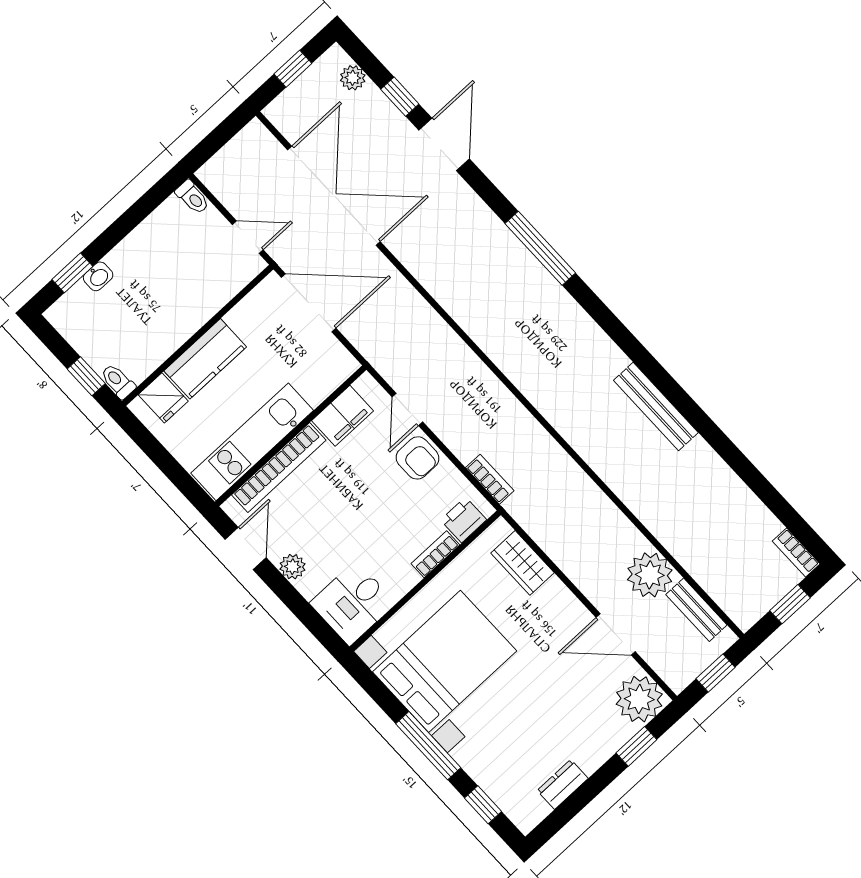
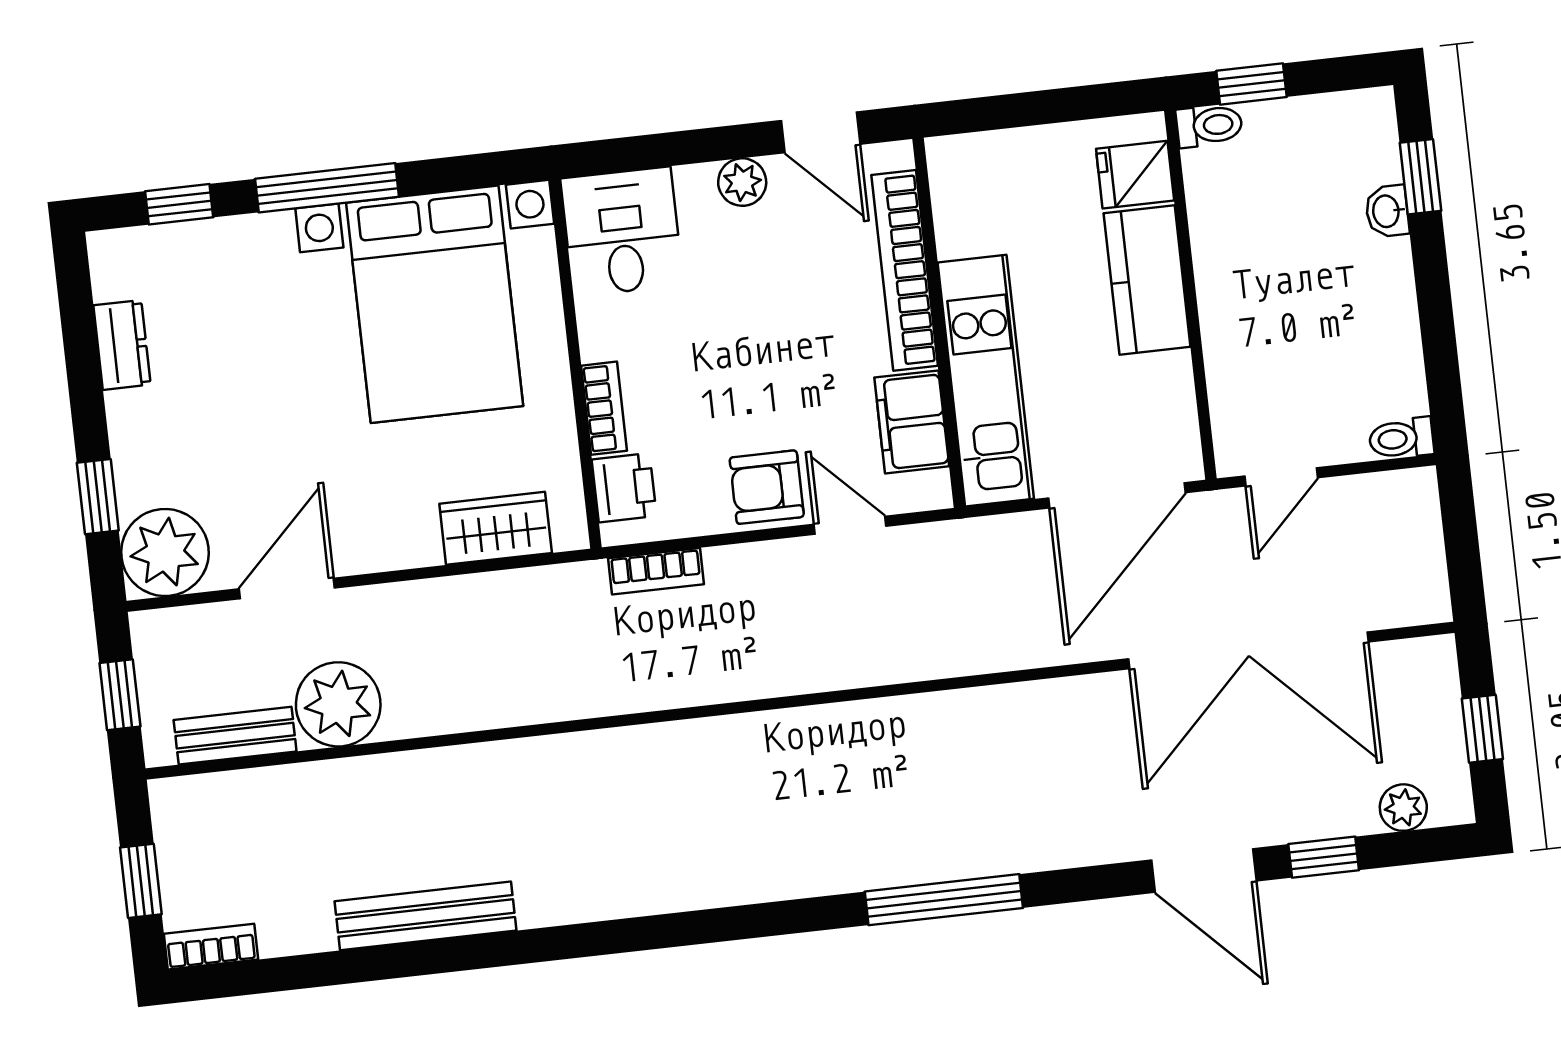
bench: (656, 406) -> (425, 916), moved
kitchen unit: (252, 442) -> (986, 381), moved

